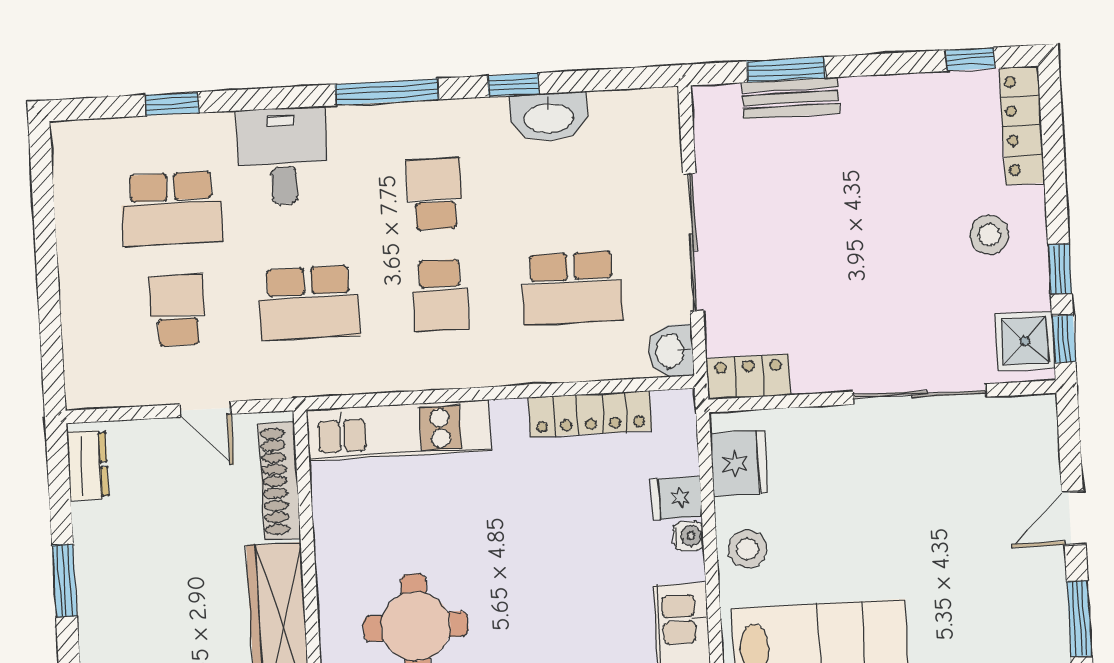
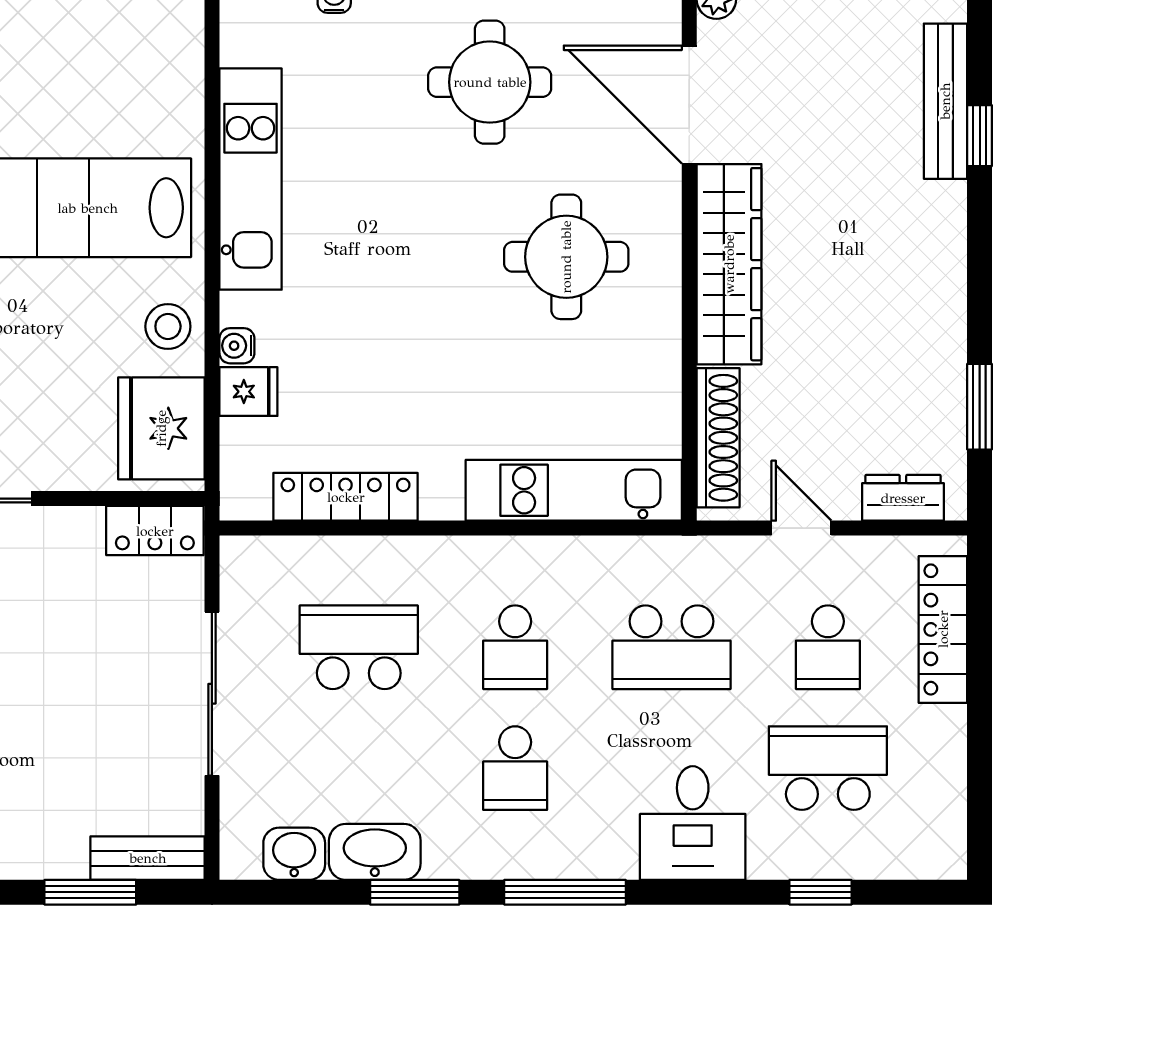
window: (513, 85) -> (415, 892), width x1.50
bench: (791, 98) -> (148, 858), moved
school desk: (440, 295) -> (515, 647), turned 180
school desk: (309, 303) -> (671, 647), turned 180
locker: (81, 331) -> (943, 629), added
washbasin: (671, 351) -> (294, 854), moved, turned -90
fridge: (739, 463) -> (161, 428), width x1.36, depth x1.34
dresser: (88, 465) -> (903, 498), moved, turned 90
window: (65, 581) -> (980, 407), moved

